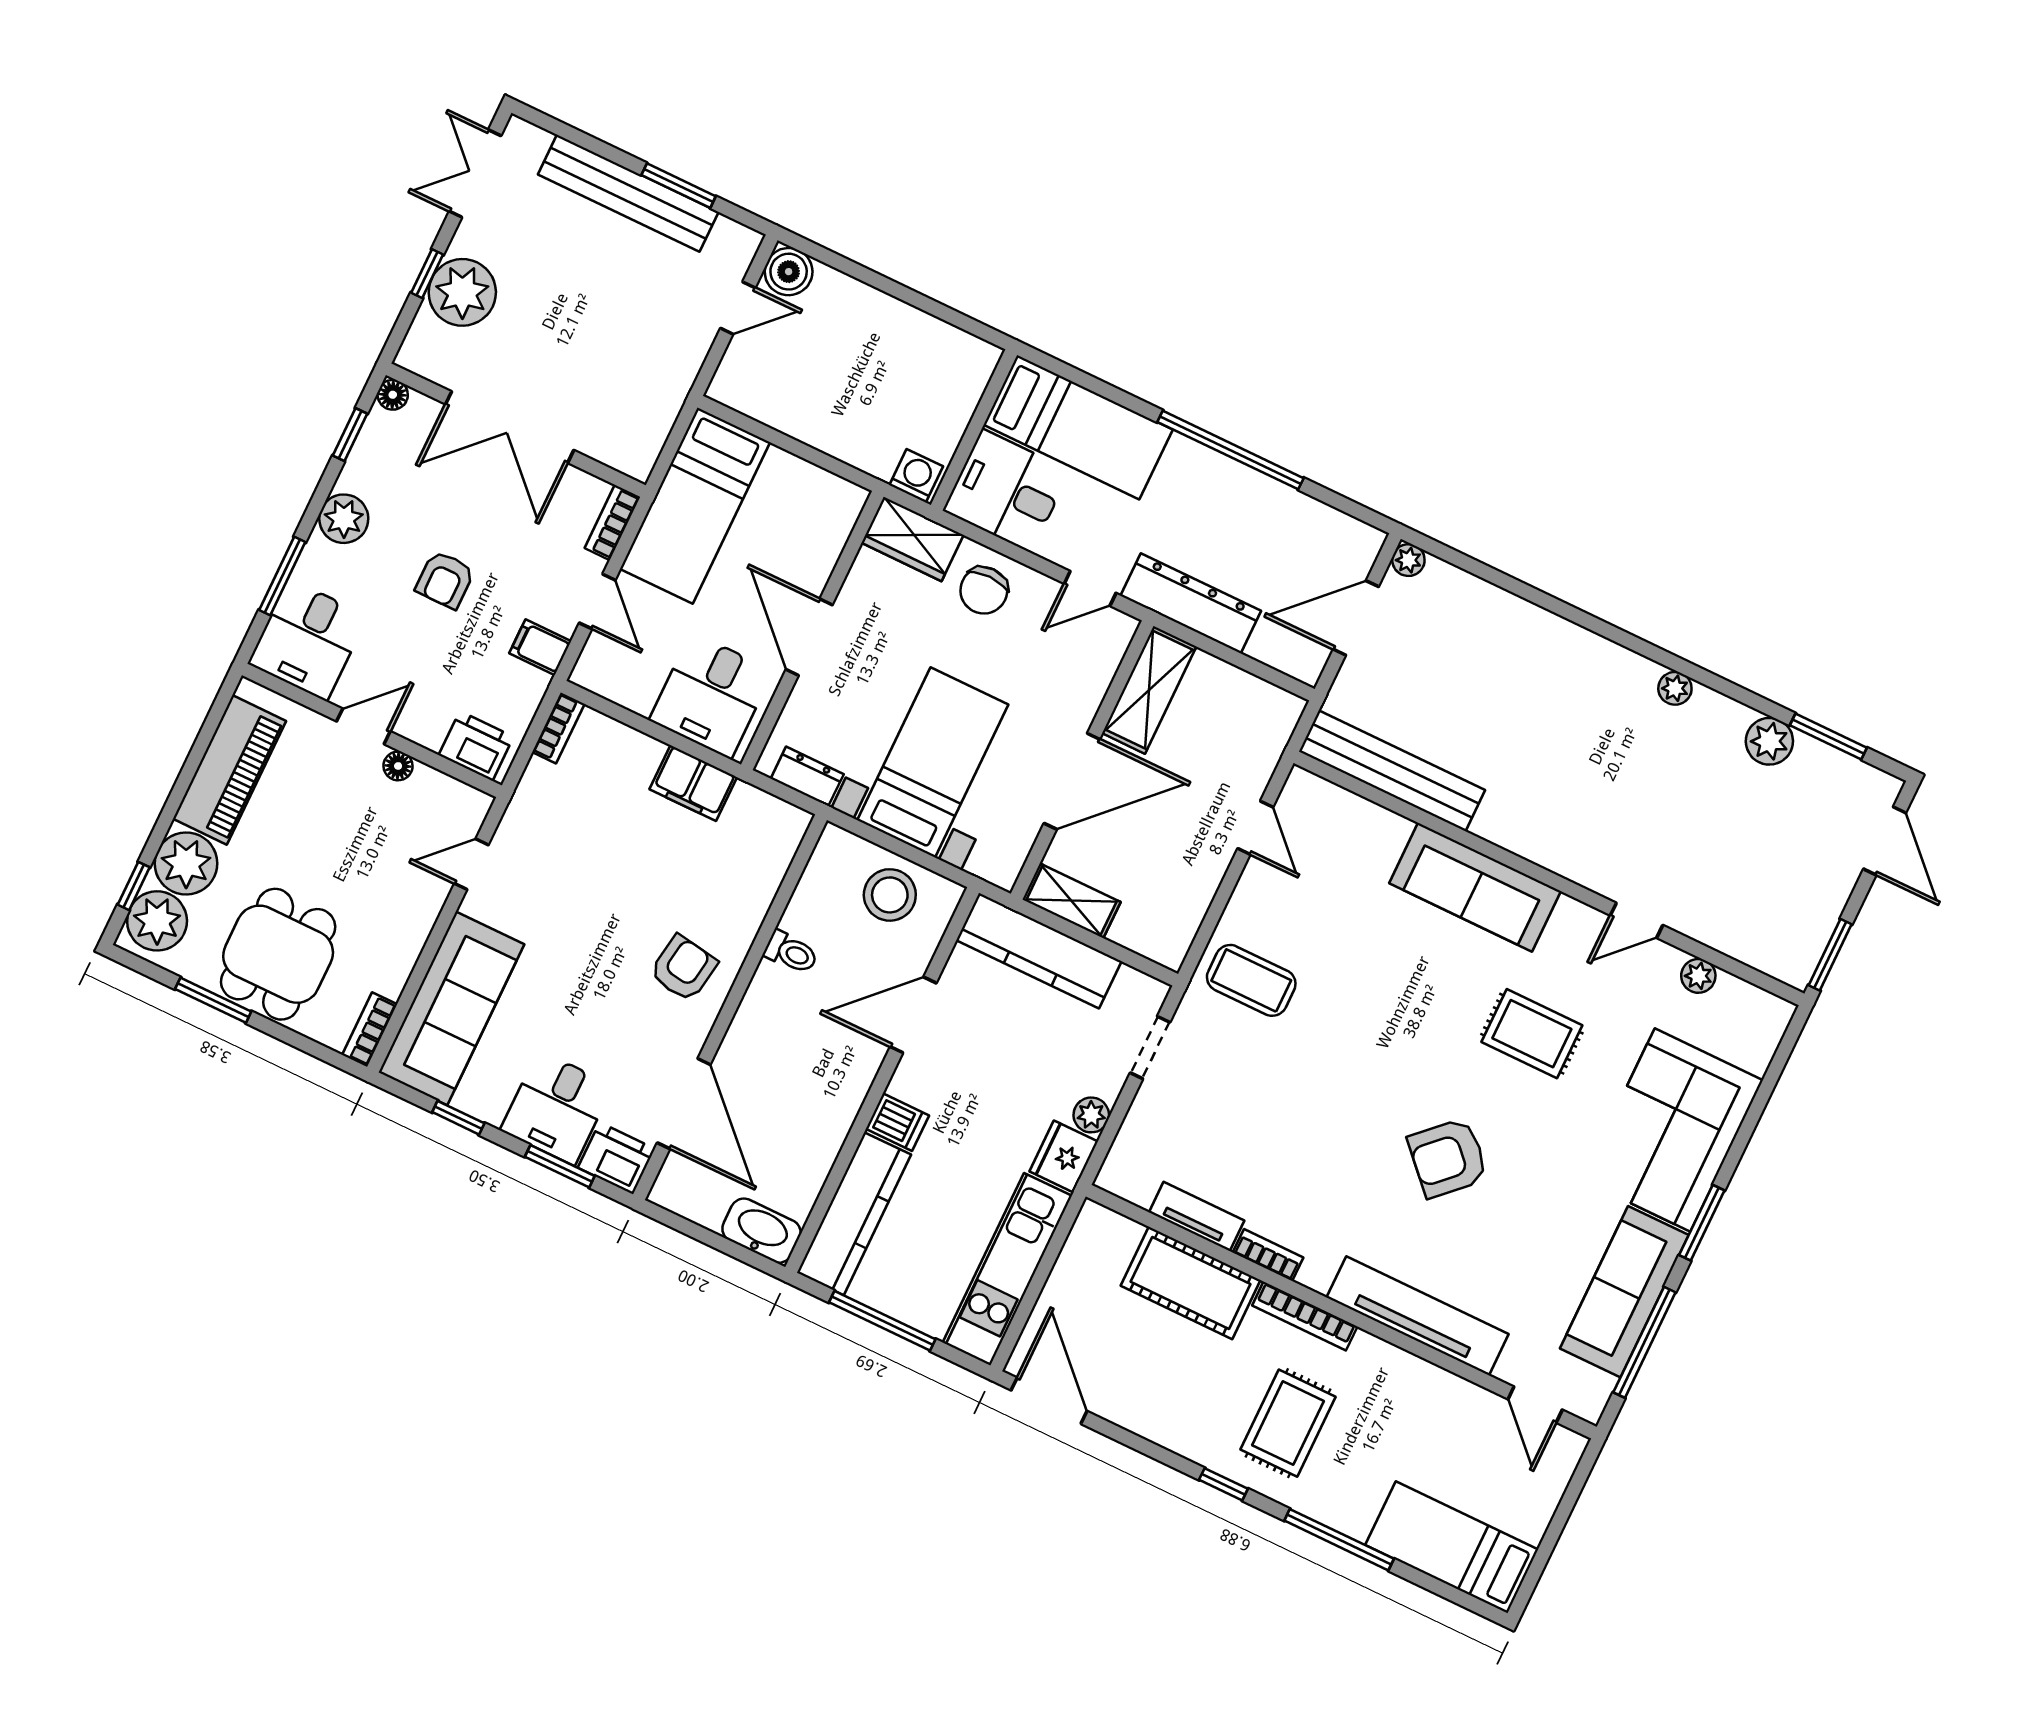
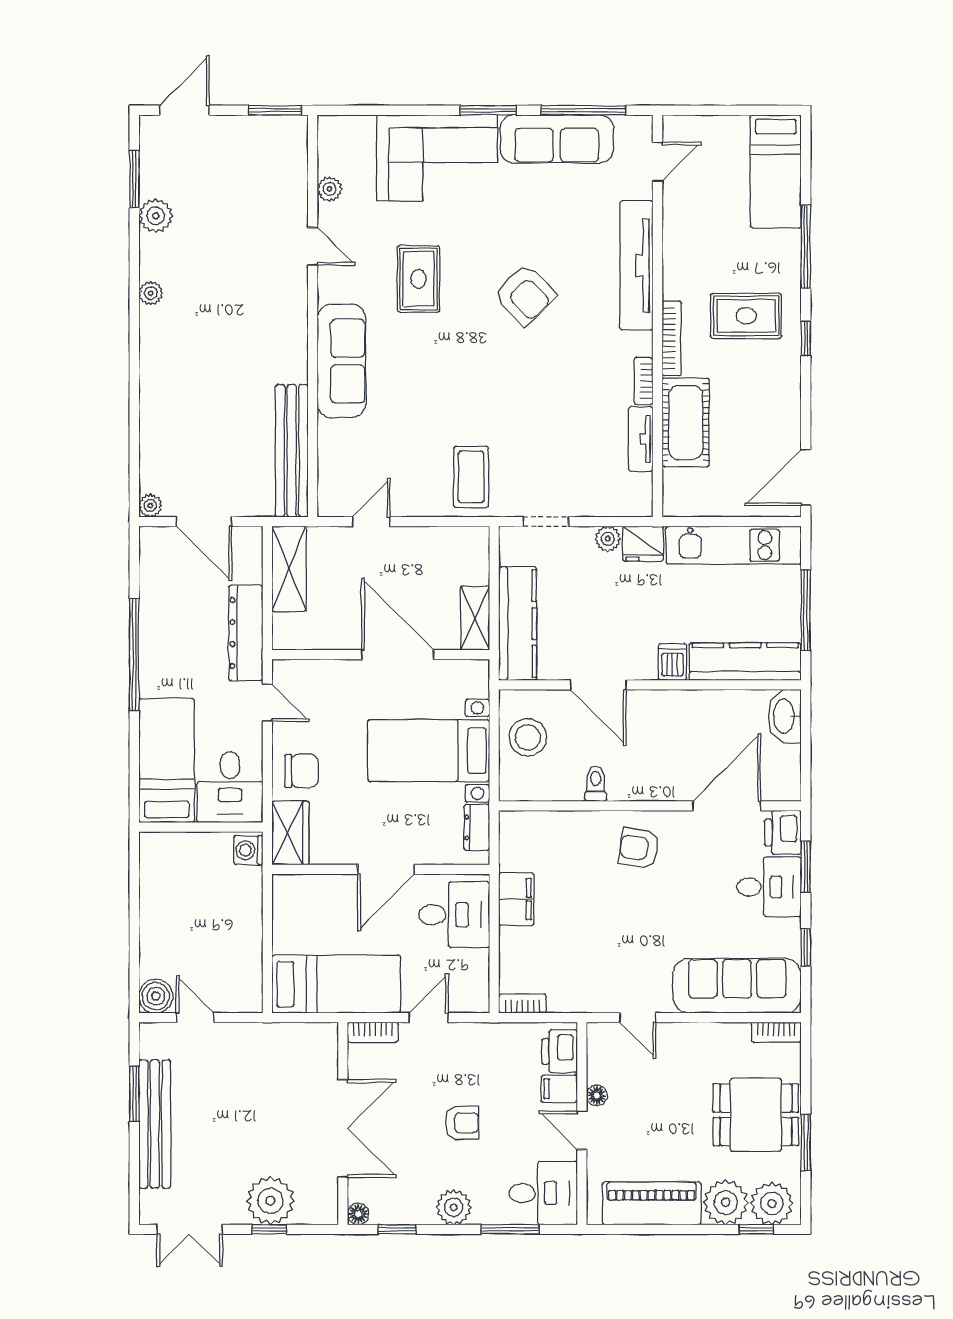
filing cabinet: (540, 647) -> (559, 1089), moved, turned 90
shelving: (1149, 690) -> (289, 569), moved, turned 90

